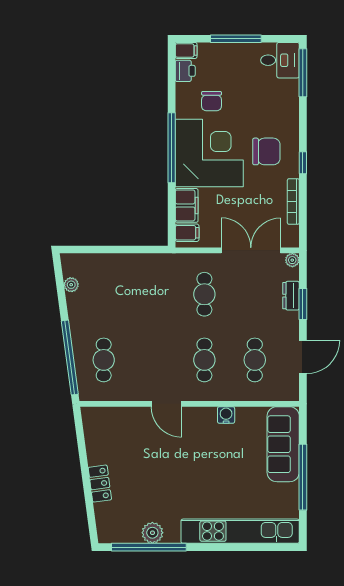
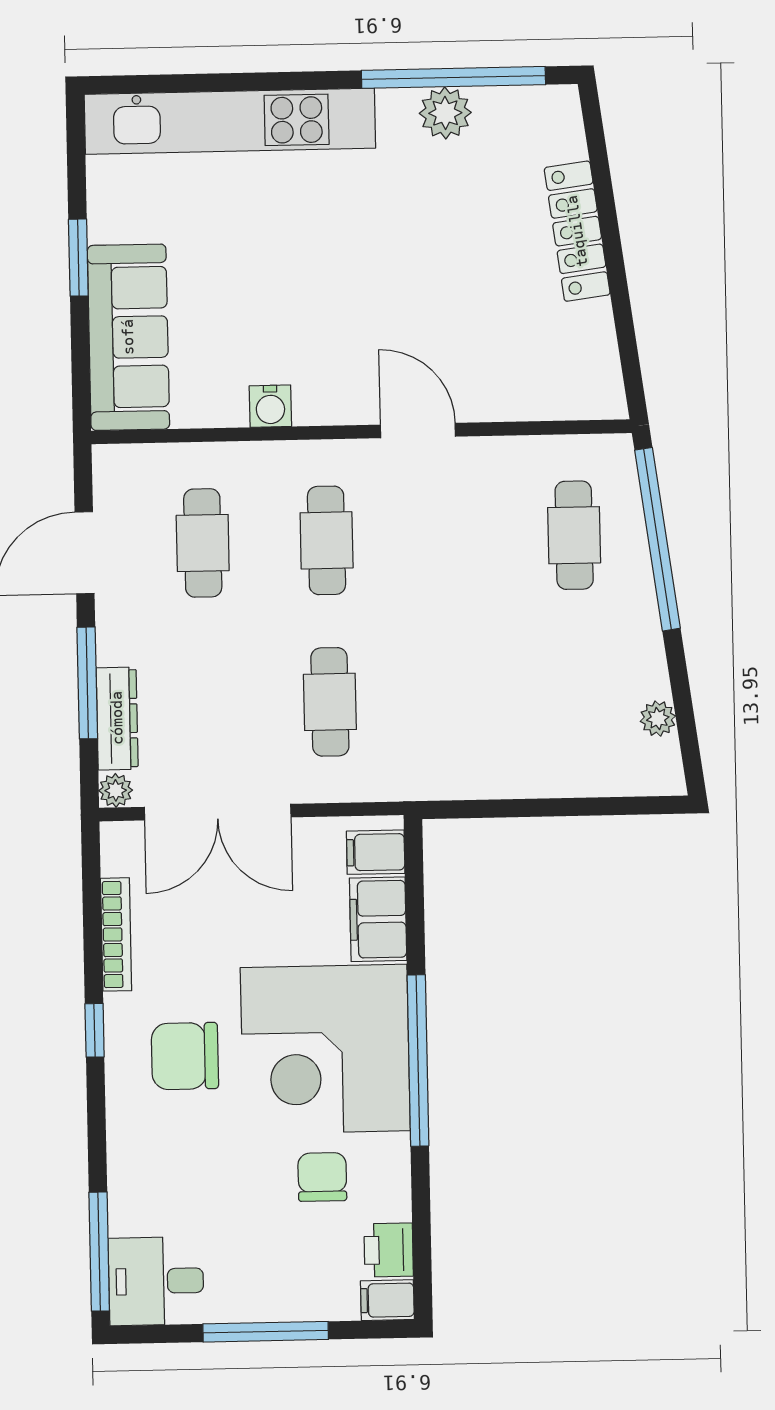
dresser: (291, 296) -> (117, 718), width x1.44
window: (303, 304) -> (87, 683), width x1.44
window: (303, 477) -> (78, 258), width x0.47
locker: (100, 484) -> (577, 231), width x1.53

